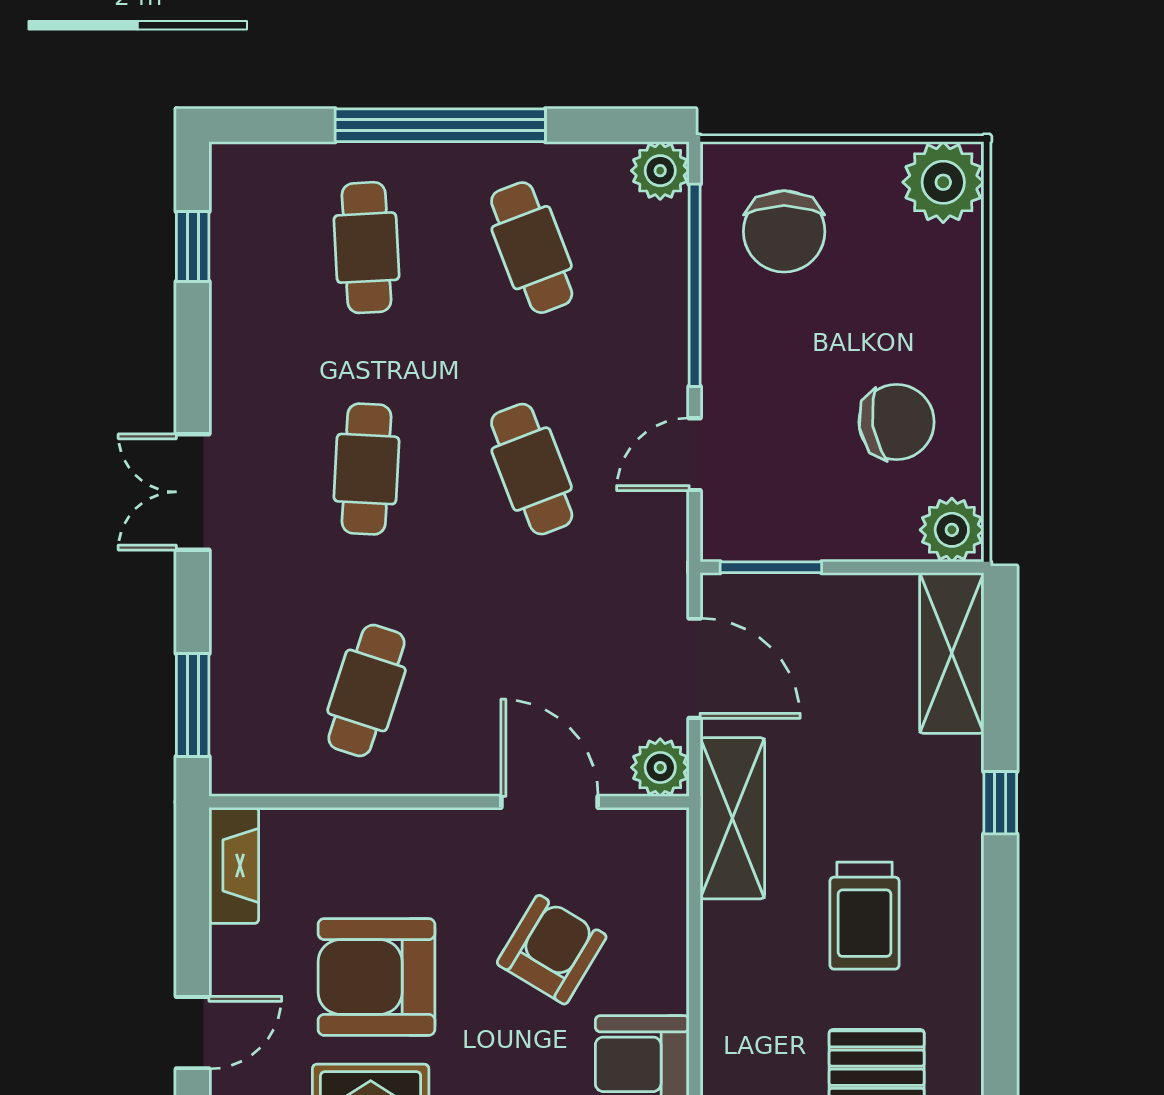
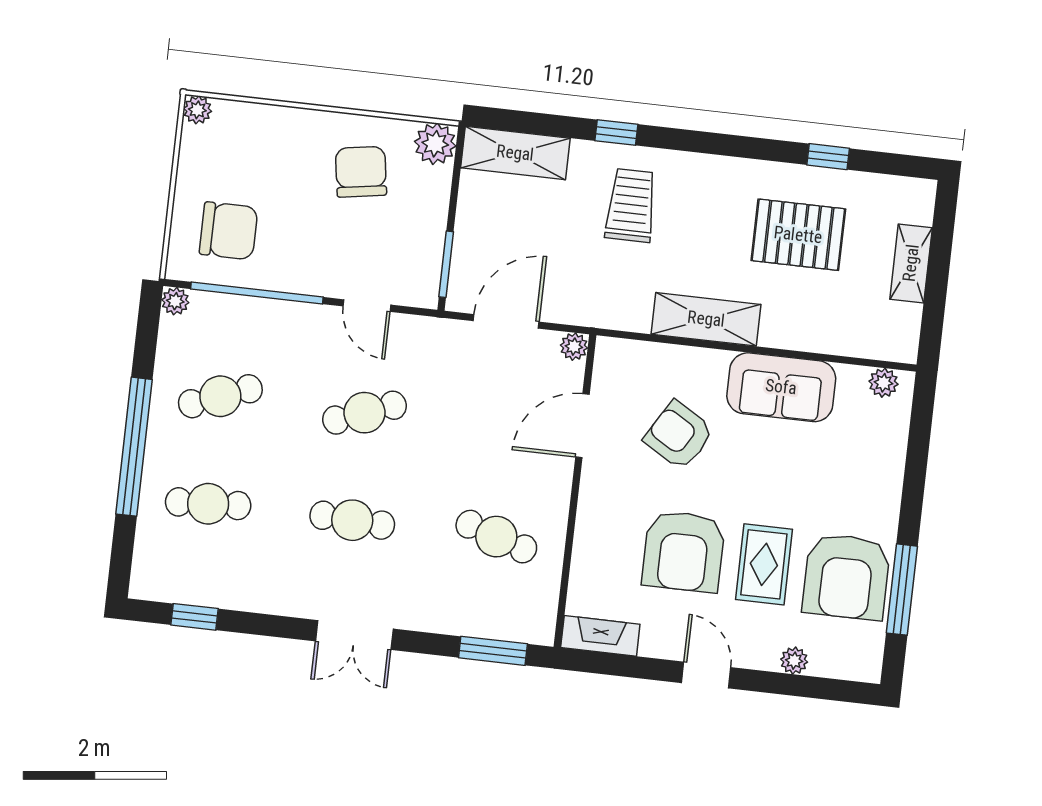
plant: (660, 171) -> (175, 301), width x0.73, depth x0.73
plant: (943, 182) -> (197, 110), width x0.53, depth x0.53
plant: (660, 767) -> (574, 347), width x0.73, depth x0.73
shelving: (732, 818) -> (706, 319), moved
trolley: (864, 916) -> (631, 205), moved, turned -90

